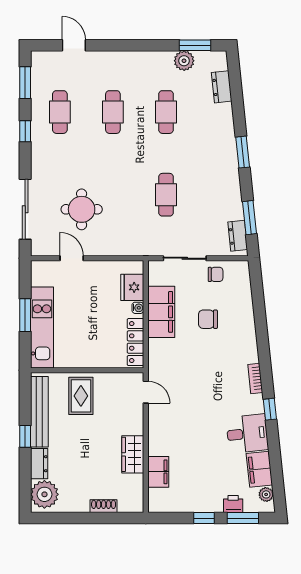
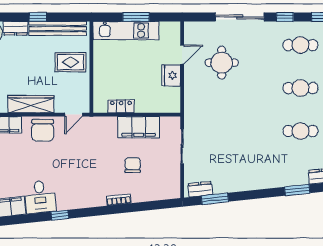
window: (243, 152) -> (297, 190), moved
cafe table: (166, 195) -> (233, 131), removed
sliding door: (25, 209) -> (240, 17), moved
chair: (216, 274) -> (43, 130), moved, width x1.87, depth x1.87
fridge: (132, 287) -> (171, 75), moved, turned -90
water cooler: (138, 308) -> (142, 108), removed
locker: (135, 342) -> (121, 106), width x0.66
bookcase: (255, 378) -> (119, 200), moved
wardrobe: (133, 454) -> (31, 104), width x1.50

